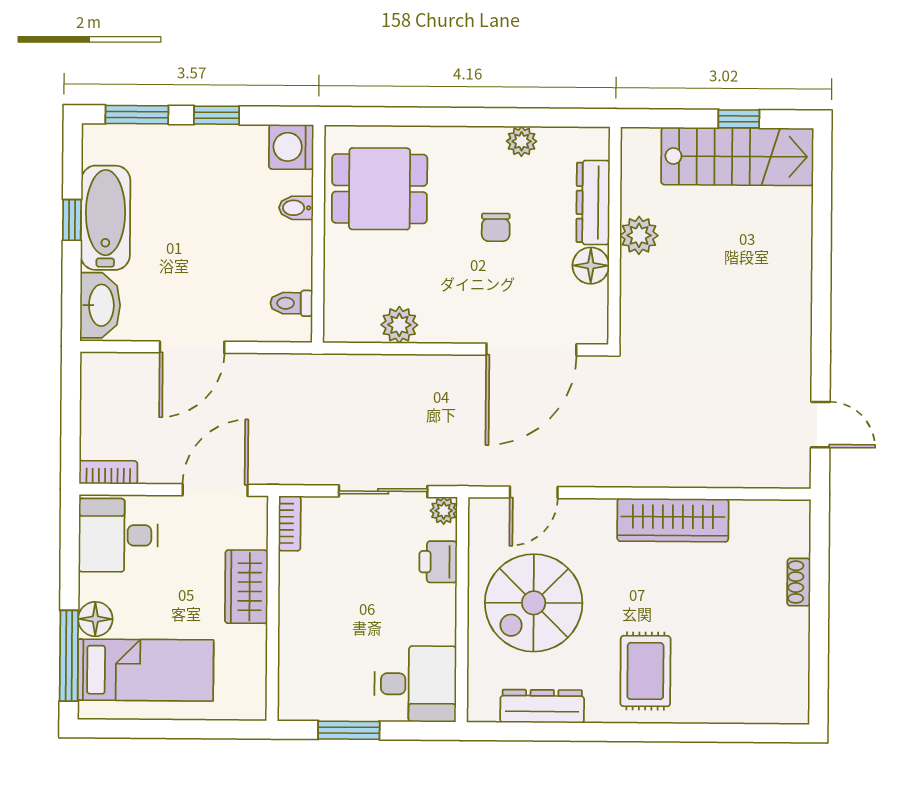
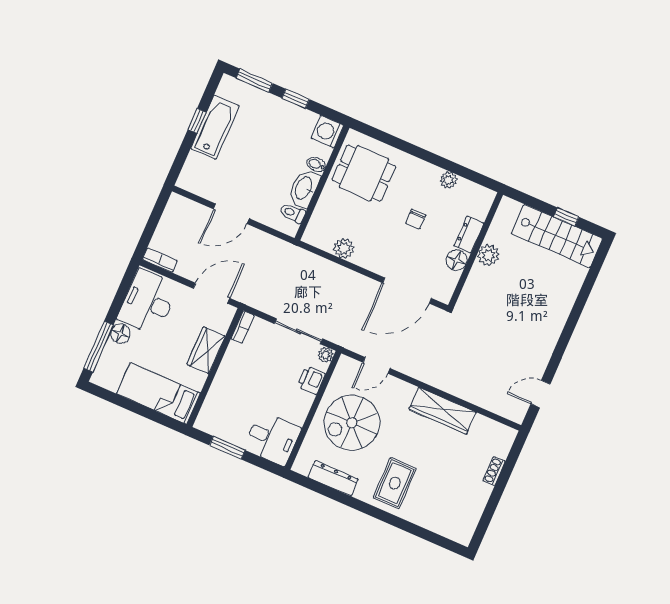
dresser: (593, 202) -> (469, 234), width x0.70
washbasin: (100, 305) -> (304, 188), moved, turned 180
door: (820, 425) -> (540, 394), swing flipped
desk: (118, 535) -> (148, 302), width x1.37
bed: (146, 670) -> (159, 393), moved, turned 180

